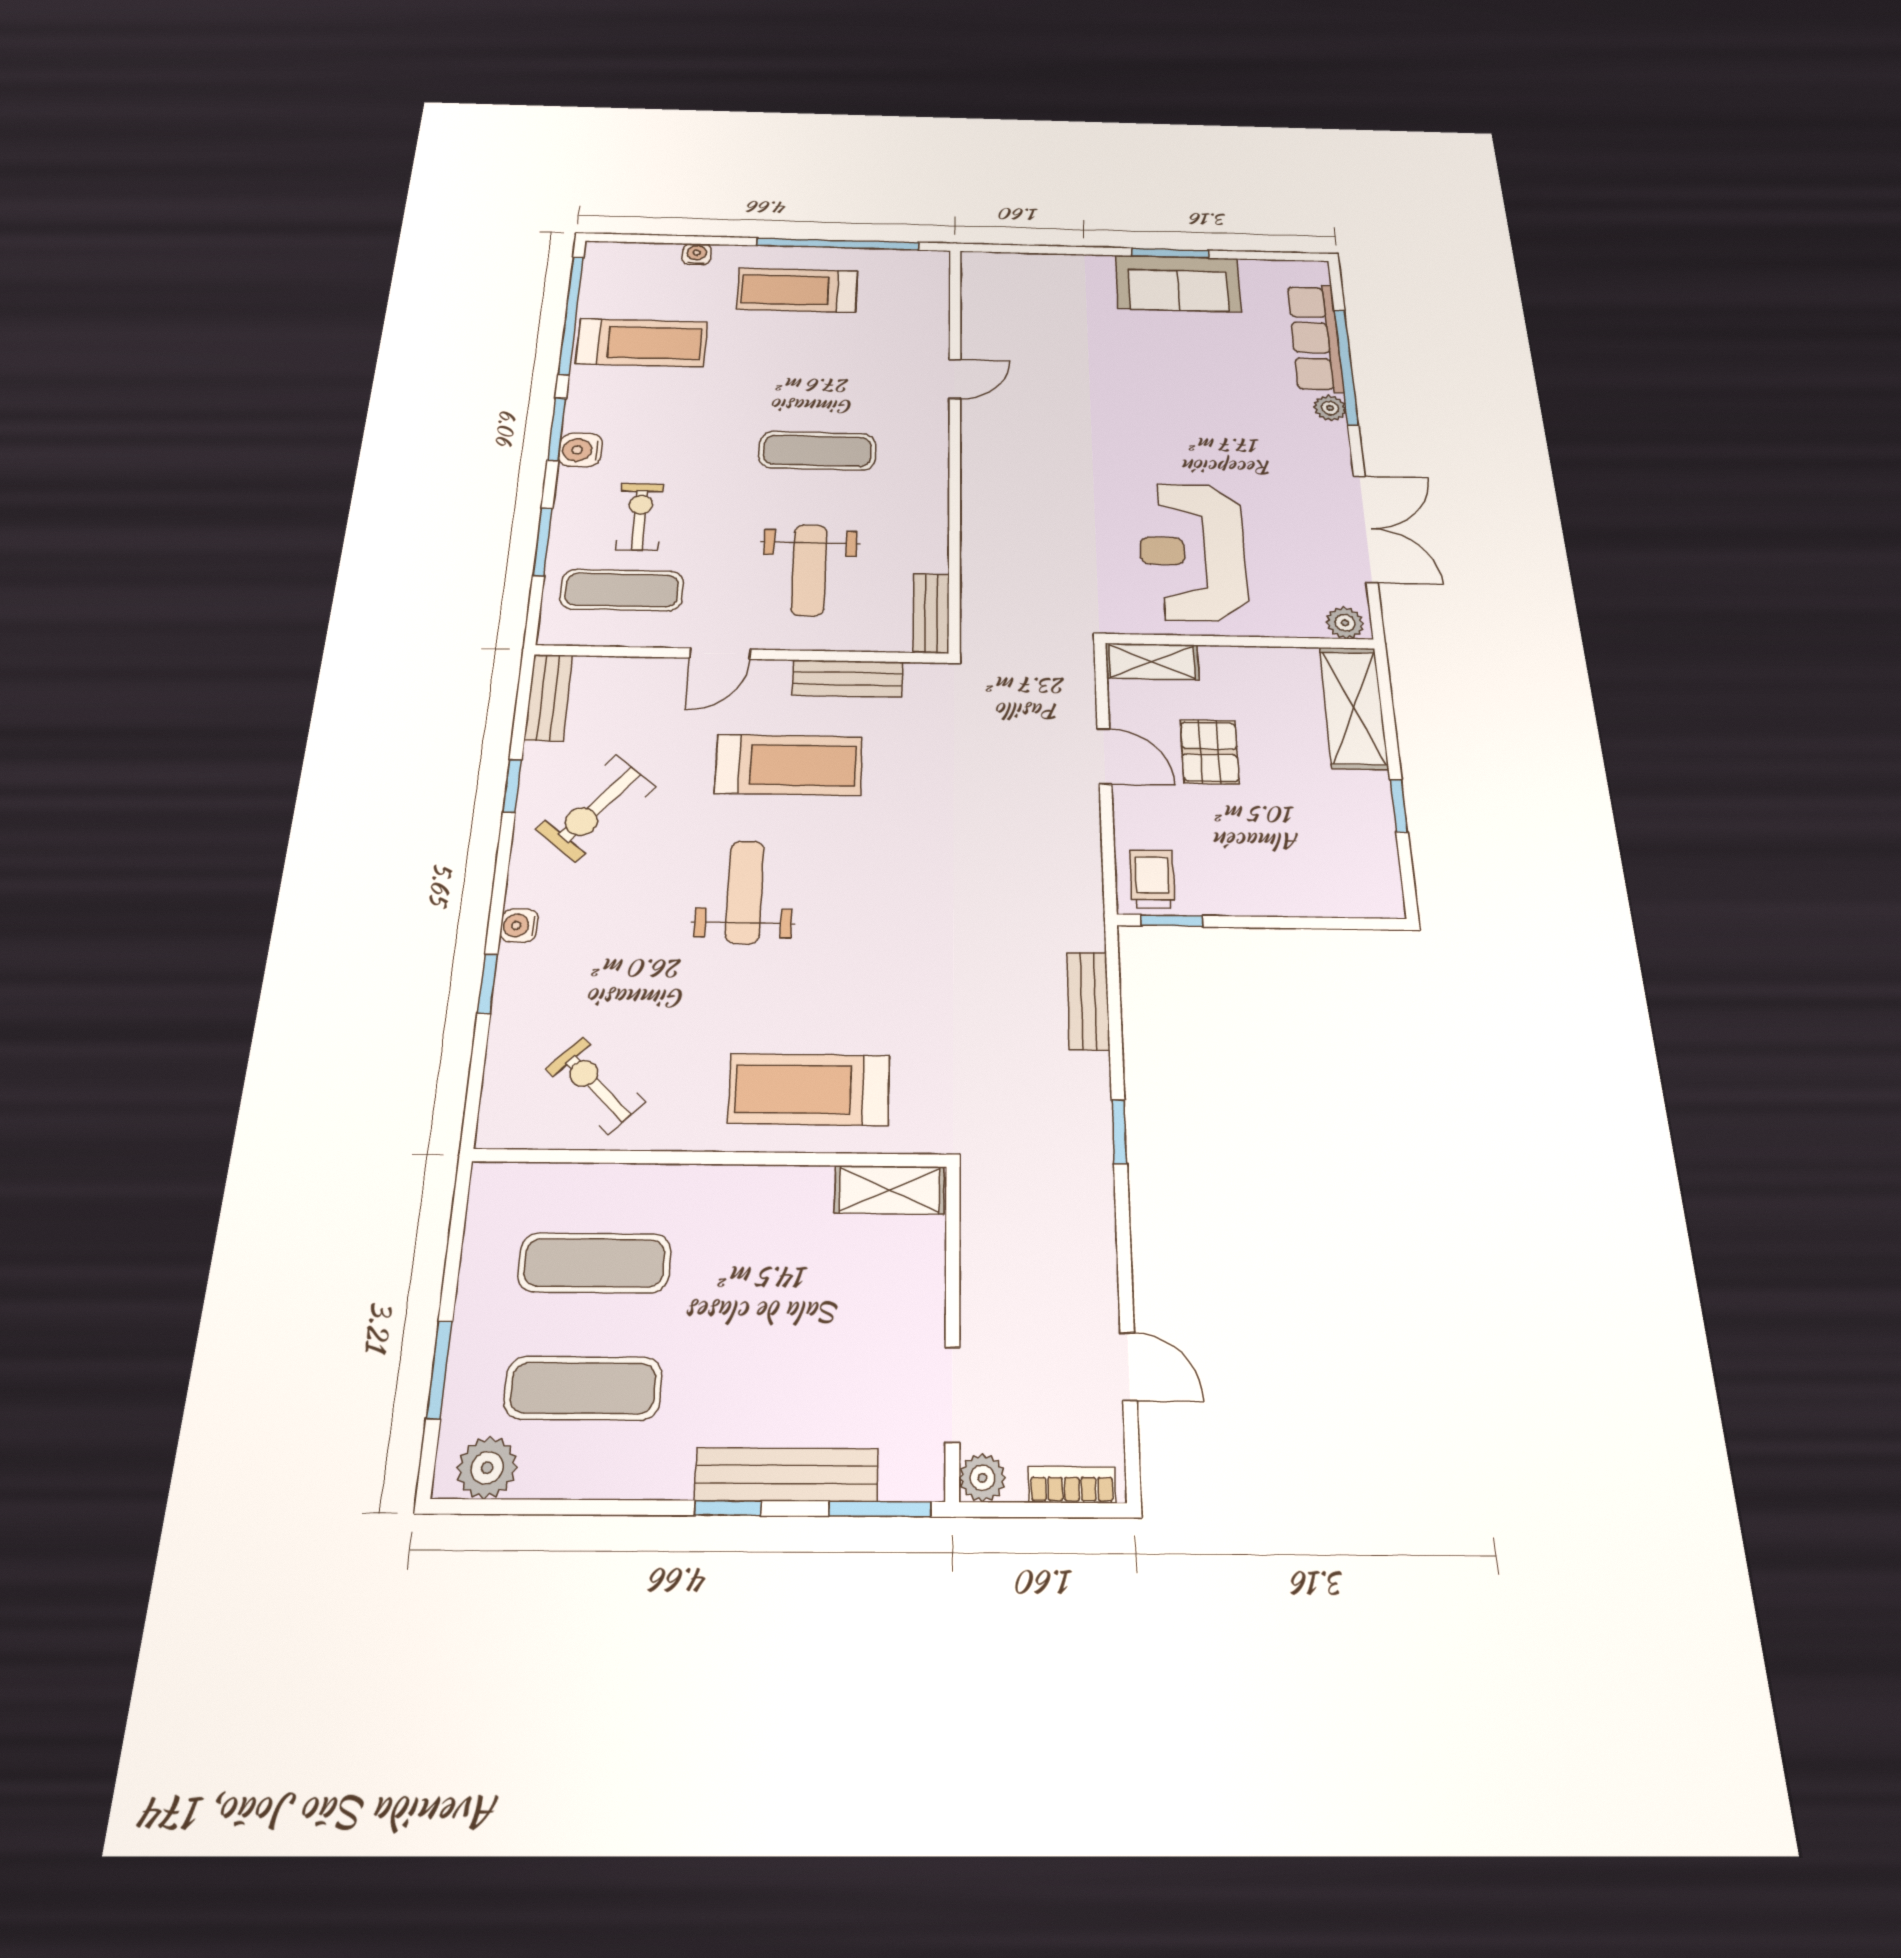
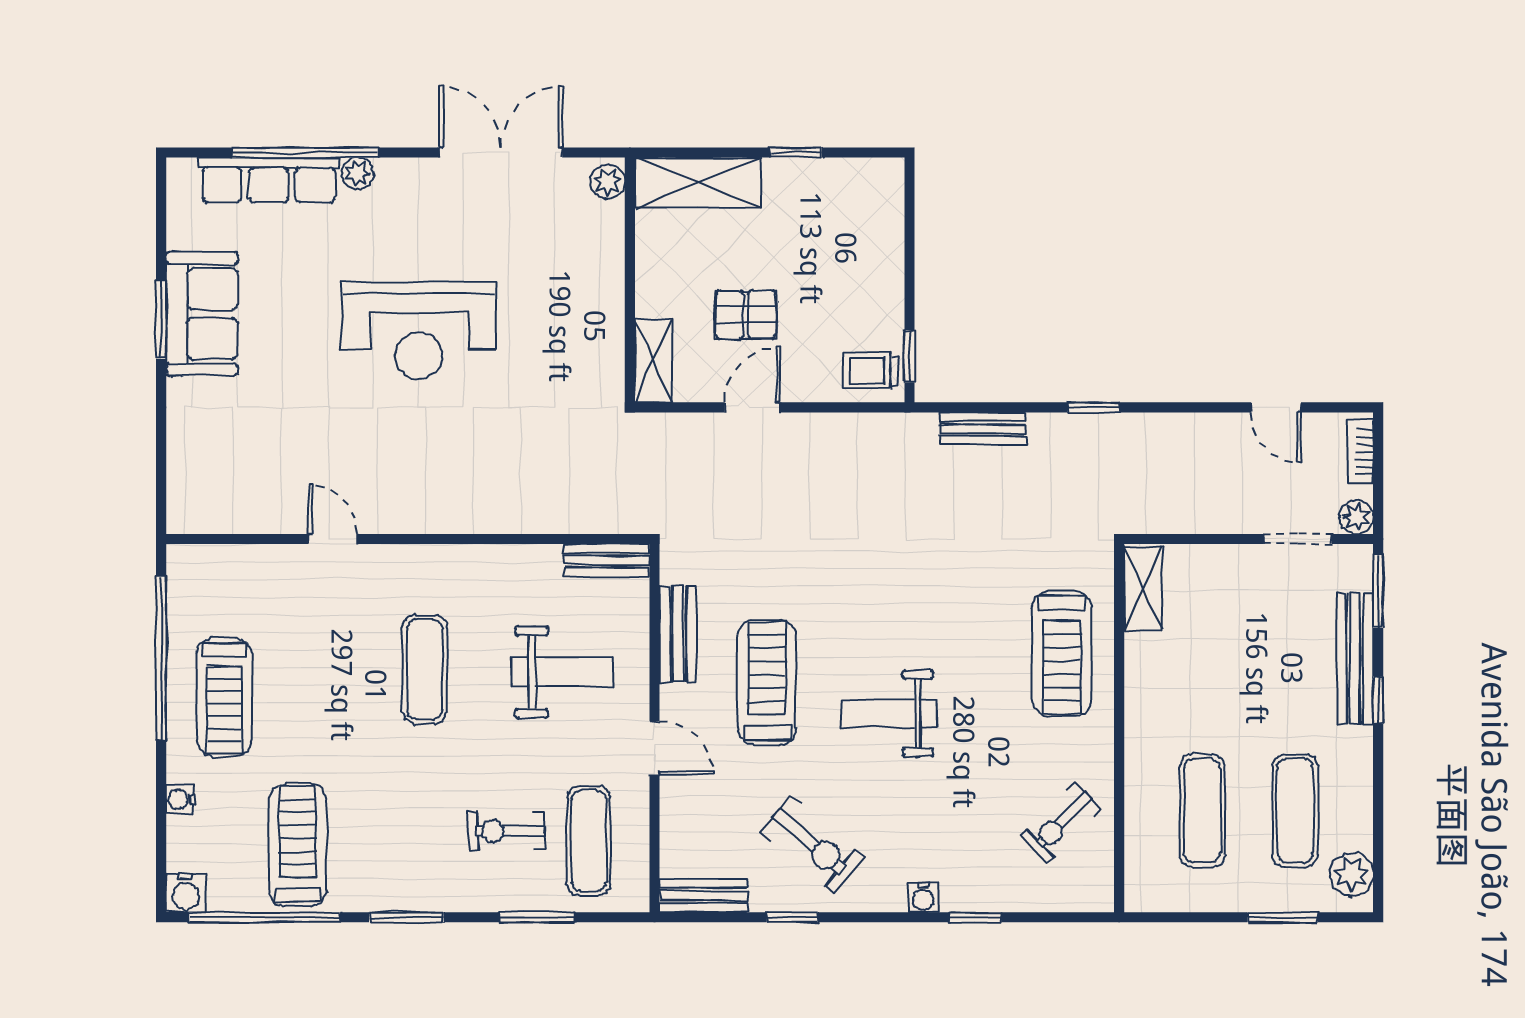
water cooler: (580, 450) -> (186, 893), moved
reception desk: (1193, 551) -> (419, 330), moved
door: (1129, 1366) -> (1276, 407), swing flipped

